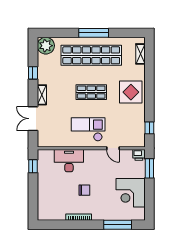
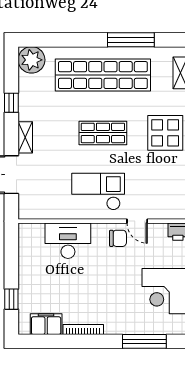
window: (94, 33) -> (131, 40), moved
window: (33, 166) -> (11, 299), moved
chair: (84, 190) -> (118, 238), moved
filing cabinet: (55, 214) -> (46, 324), added

